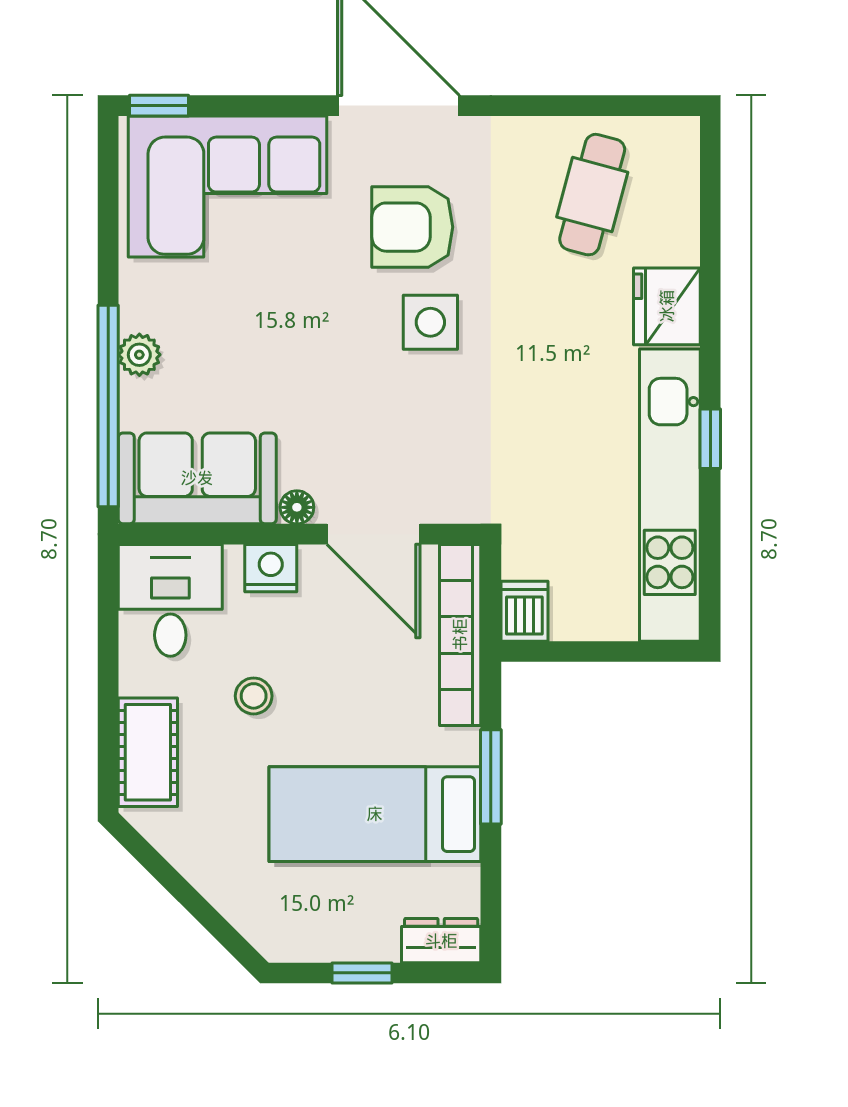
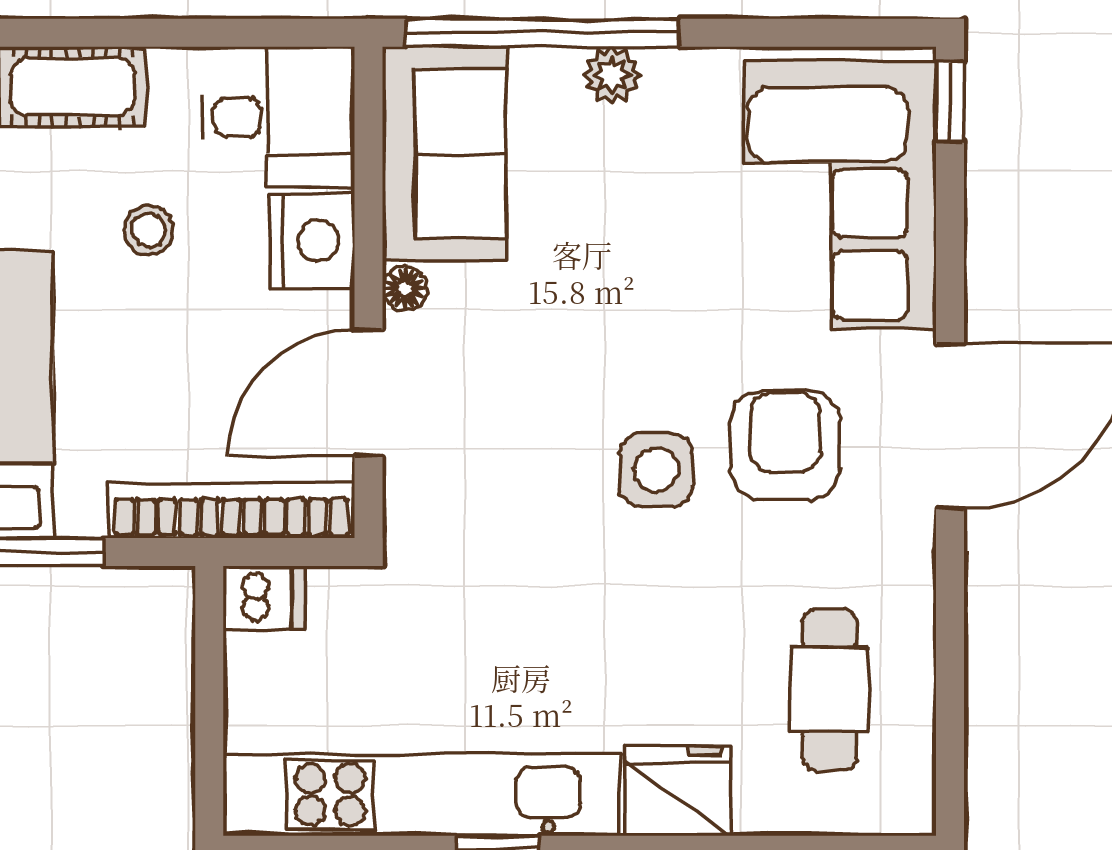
cafe table: (592, 195) -> (829, 690), turned 75
nightstand: (271, 568) -> (312, 241), width x1.36, depth x1.33

